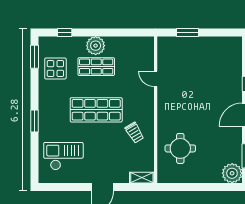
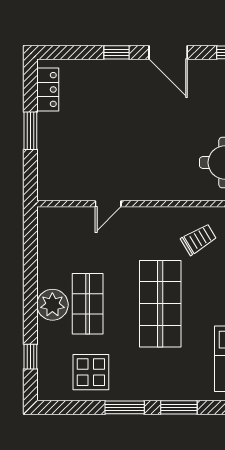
window: (187, 32) -> (30, 131), moved
locker: (224, 43) -> (48, 89), added
window: (34, 57) -> (125, 407), moved

